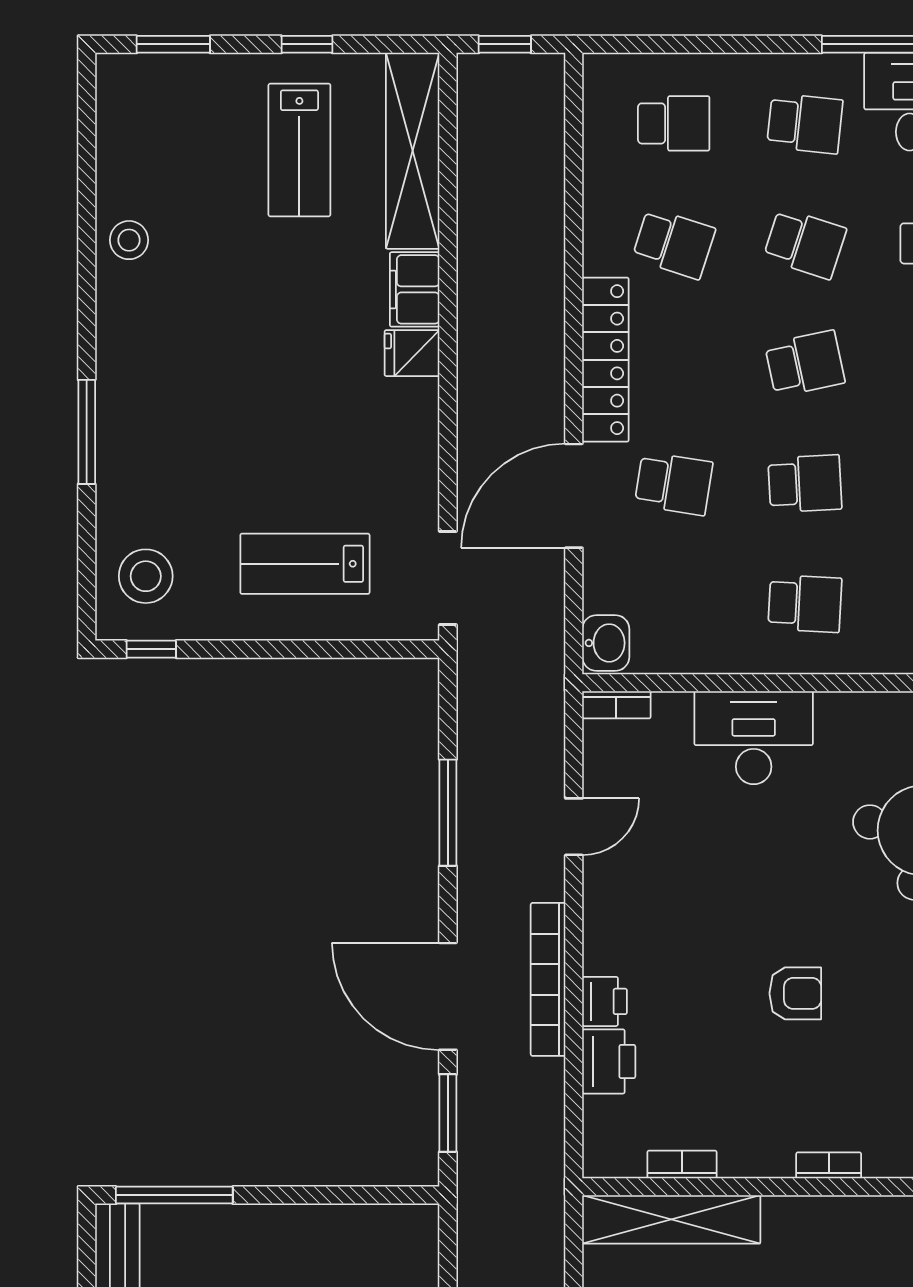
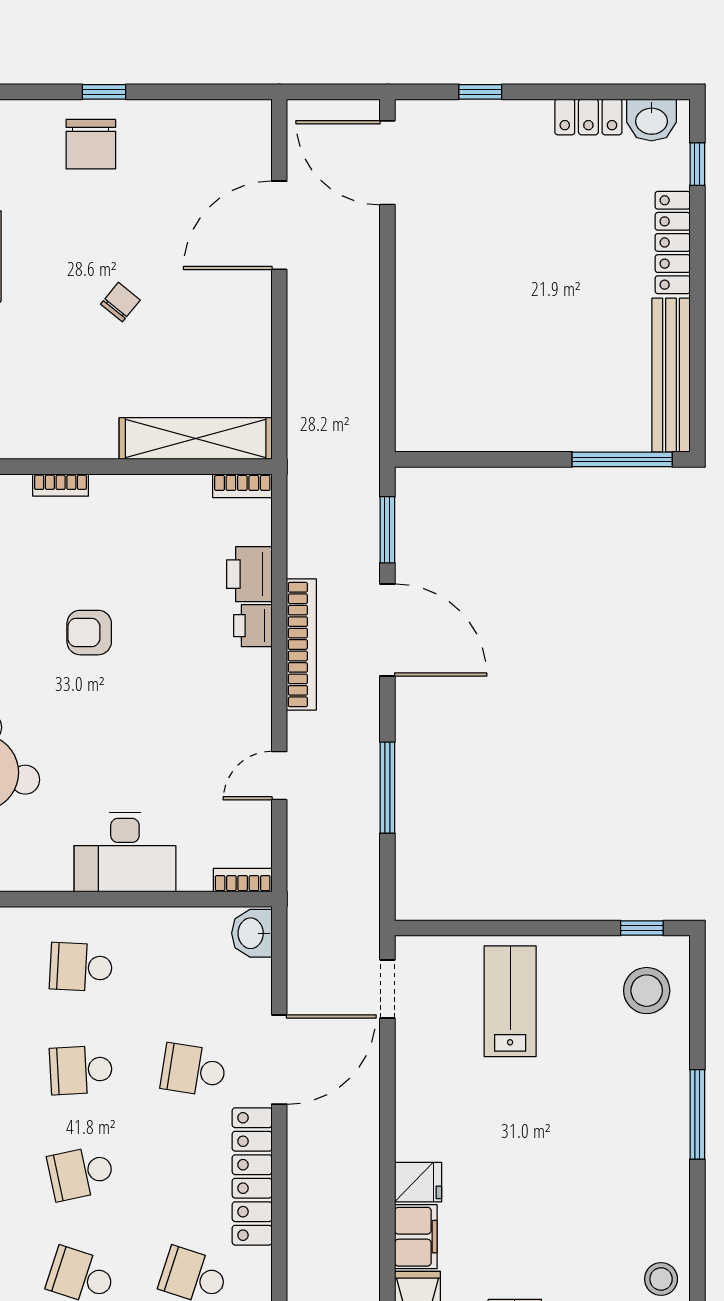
lab bench: (305, 564) -> (510, 1001), turned -90
doorway: (448, 578) -> (387, 989), width x0.73
bookcase: (682, 1164) -> (242, 486), moved

